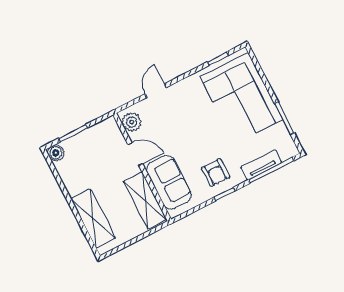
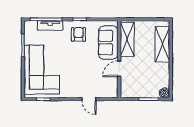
door: (155, 91) -> (89, 99), hinge flipped
plant: (132, 122) -> (112, 88), removed
door: (135, 154) -> (119, 69), hinge flipped

